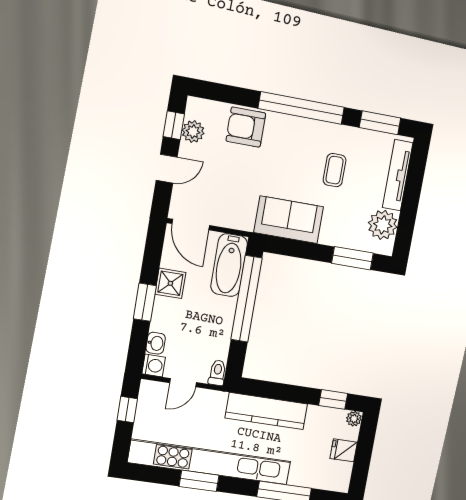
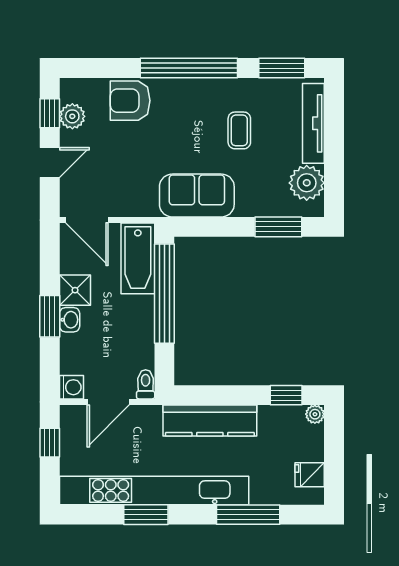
washbasin: (156, 343) -> (70, 320), moved
door: (183, 383) -> (108, 402), width x1.38
fridge: (344, 450) -> (310, 475), moved

